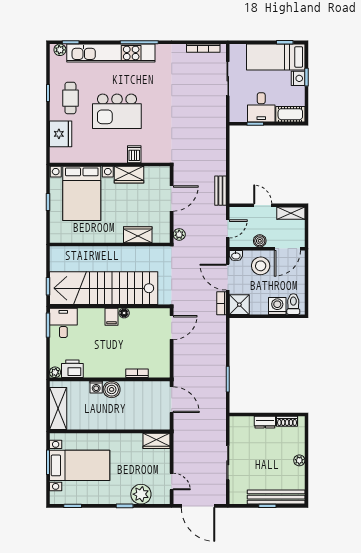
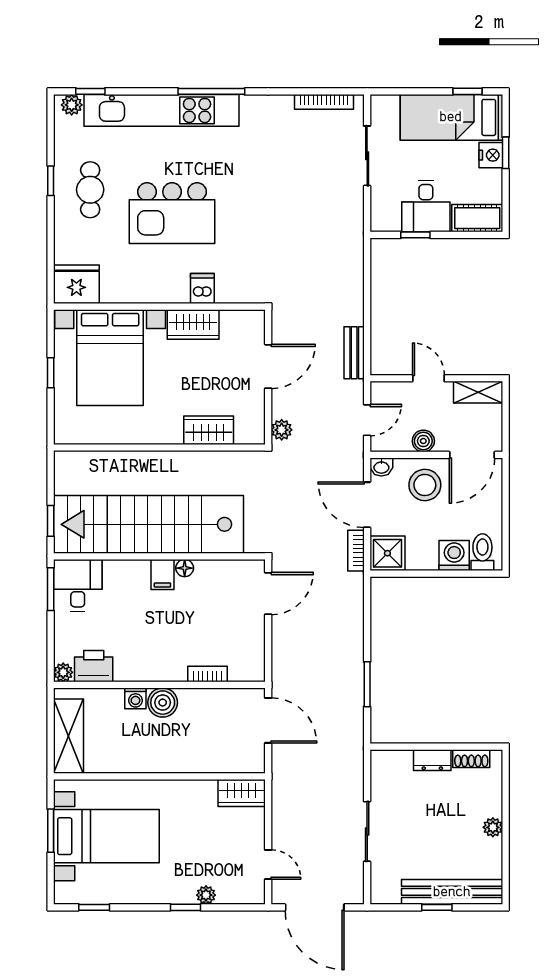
fridge: (61, 134) -> (76, 284), moved, turned -90
plant: (141, 494) -> (206, 895), width x0.53, depth x0.53

